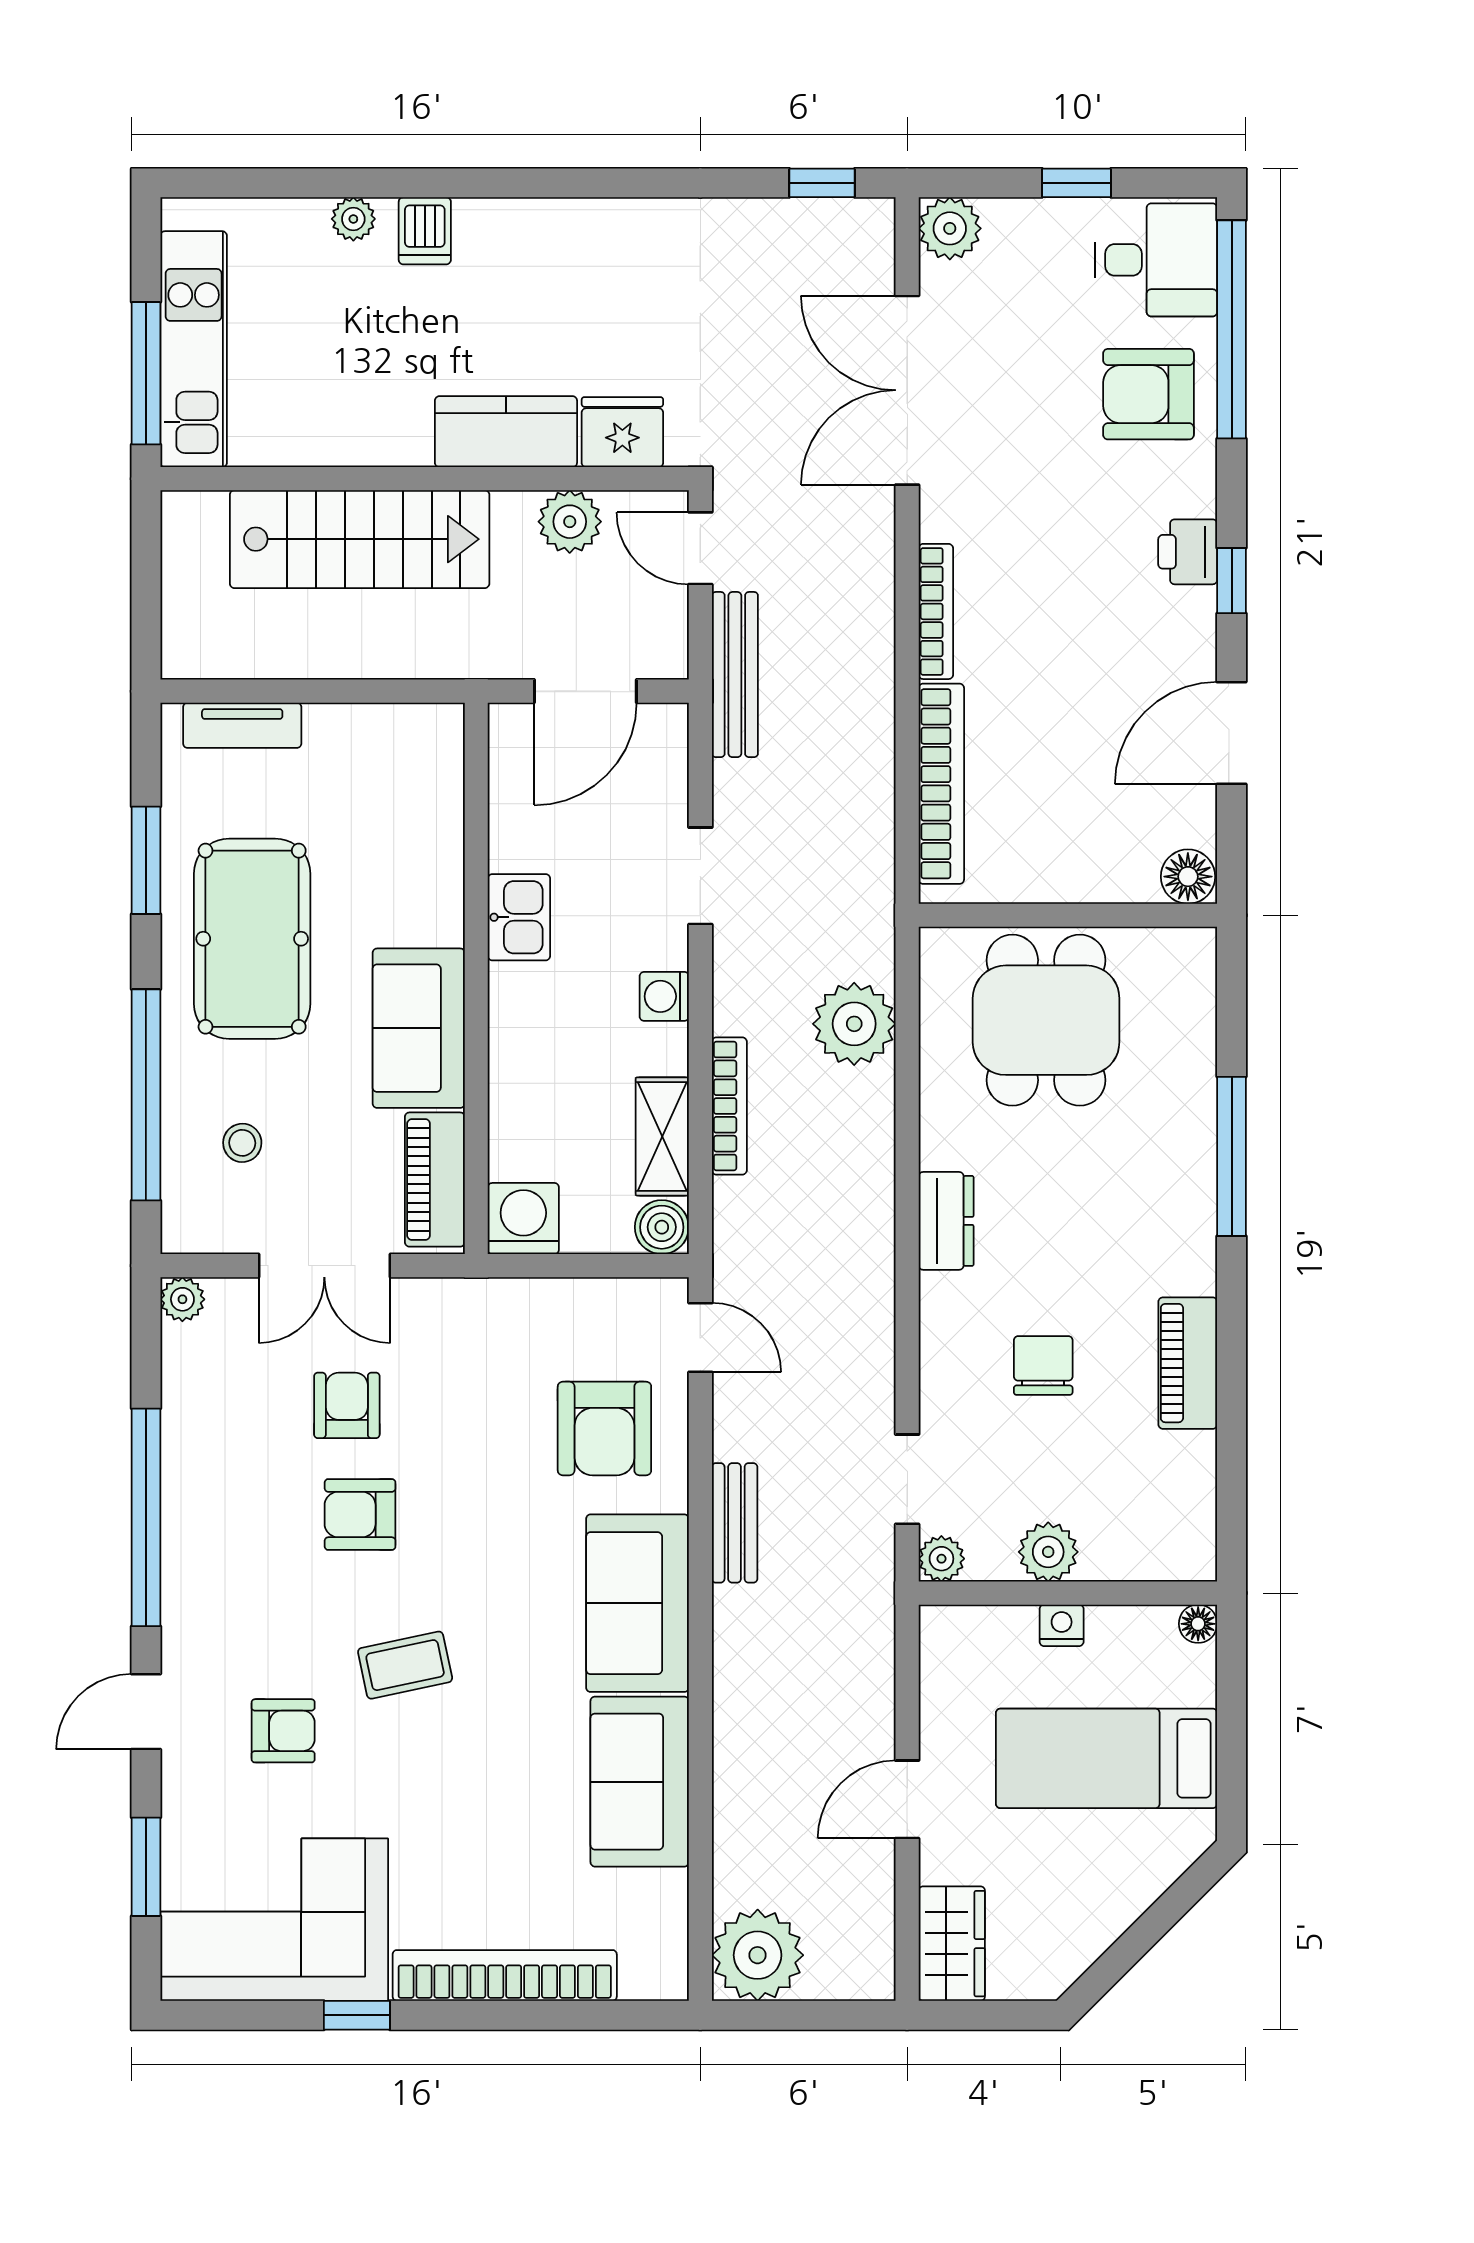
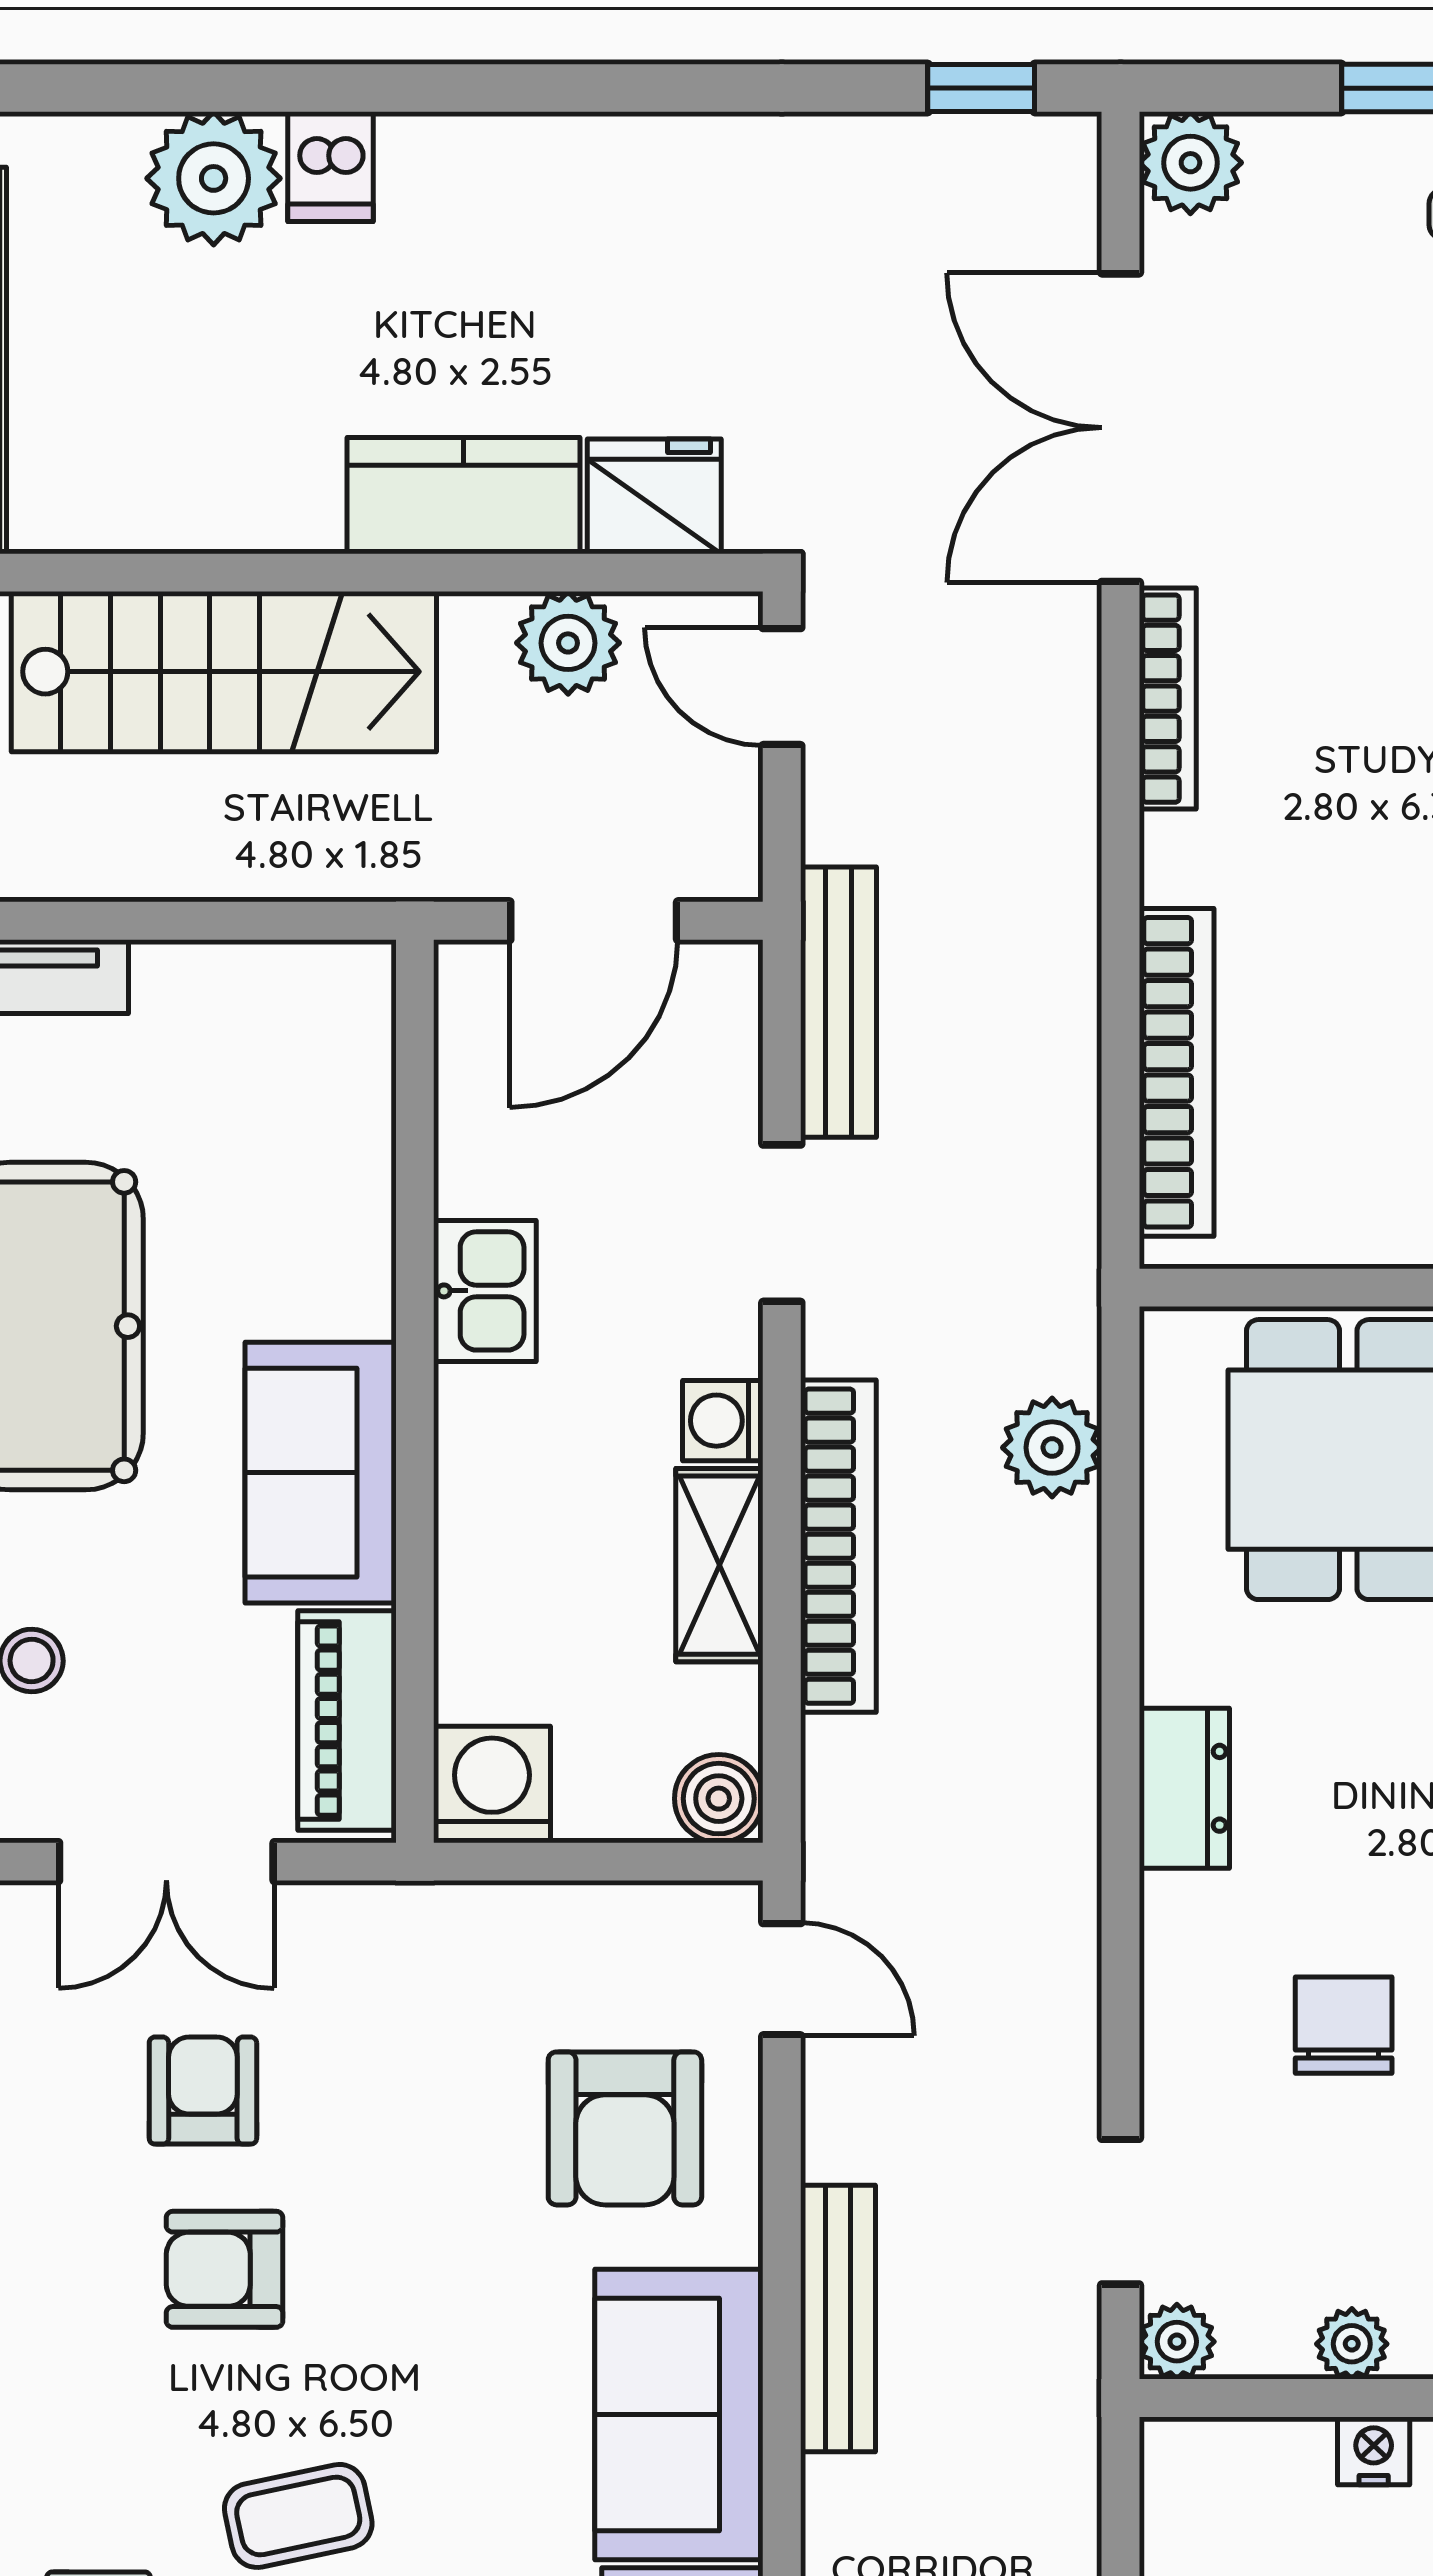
plant: (353, 219) -> (214, 178), width x1.87, depth x1.87
bookcase: (936, 611) -> (1168, 699), moved
bench: (735, 675) -> (839, 1002), moved
plant: (854, 1024) -> (1052, 1448), width x0.73, depth x0.73
bookcase: (729, 1106) -> (838, 1546), width x1.48, depth x1.31
shelving: (662, 1136) -> (719, 1565), moved
bench: (735, 1523) -> (838, 2319), width x1.36
plant: (1048, 1552) -> (1352, 2344), width x0.73, depth x0.73

